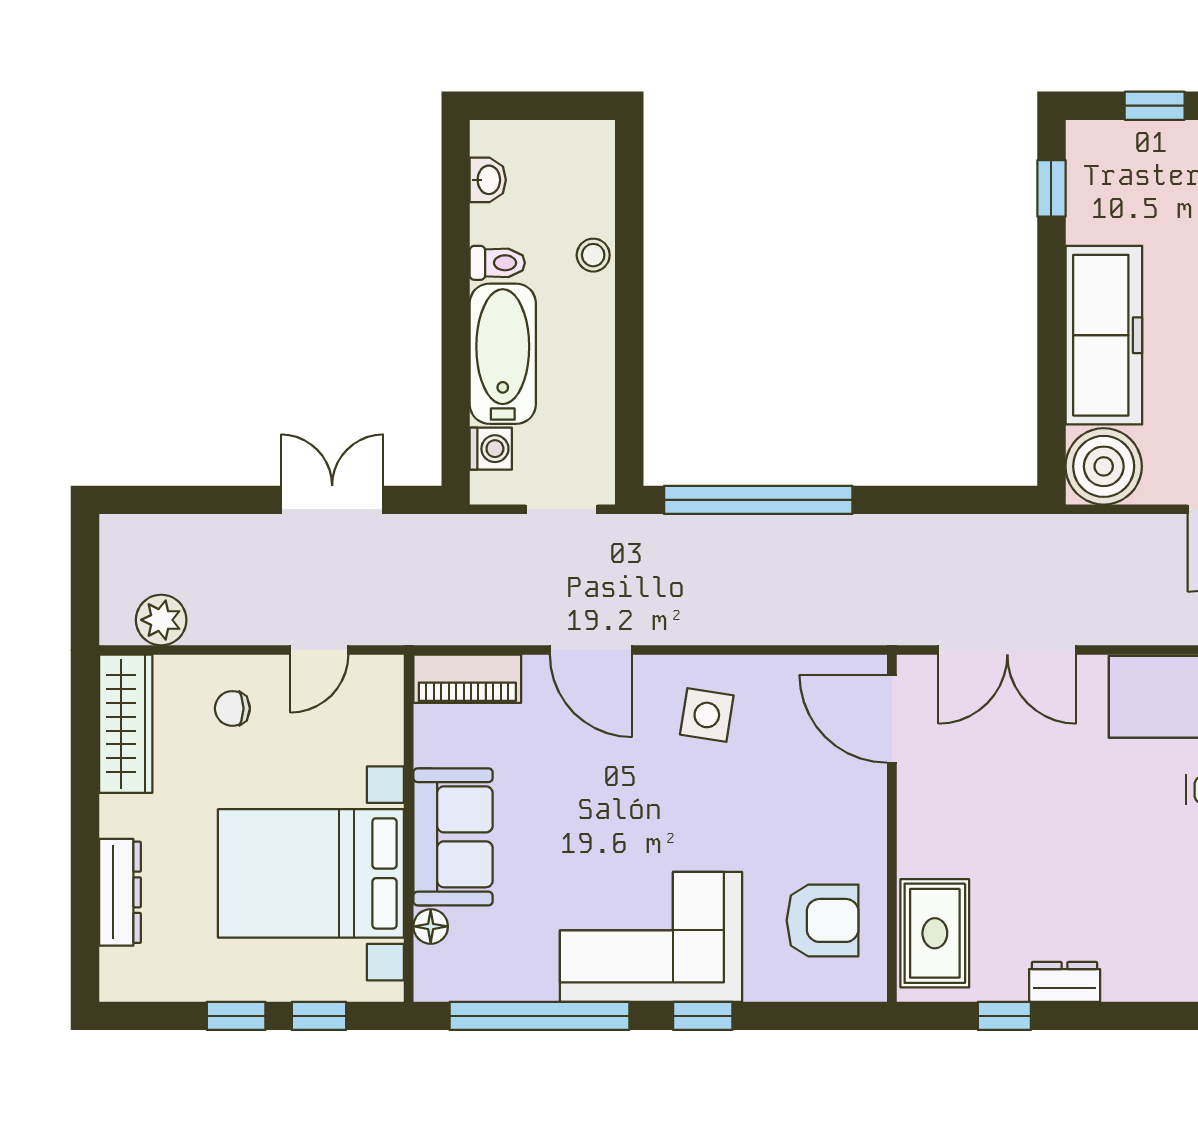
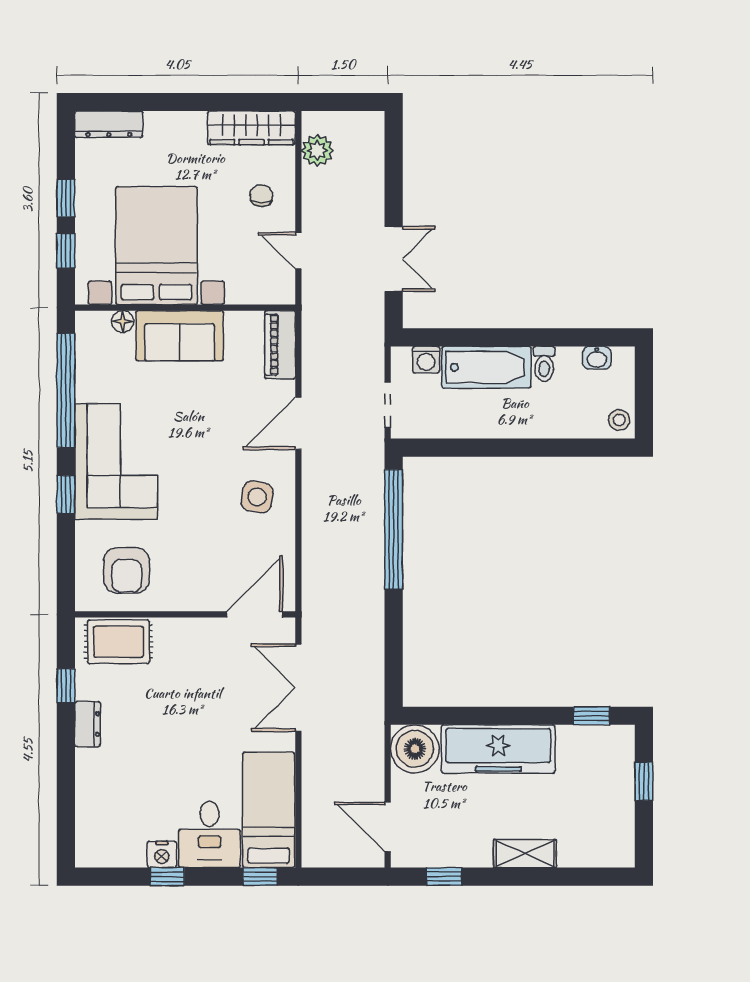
stool: (593, 255) -> (619, 420), moved
dresser: (120, 892) -> (109, 124), moved

